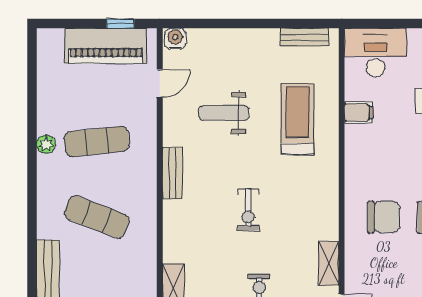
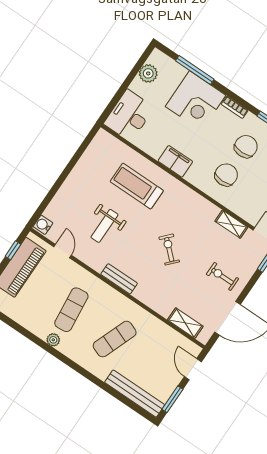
bench: (304, 37) -> (93, 150), removed
filing cabinet: (358, 113) -> (175, 161), moved, width x2.00
exercise bike: (248, 209) -> (169, 250), turned -137

